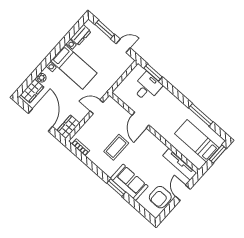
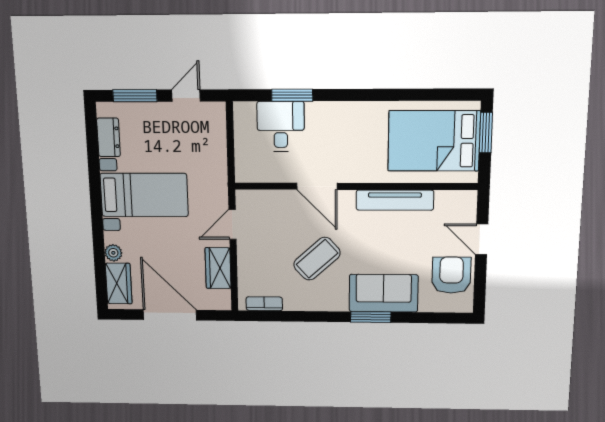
window: (153, 73) -> (292, 95), moved
window: (201, 115) -> (405, 95), removed
wardrobe: (68, 127) -> (218, 268), moved
bed: (197, 141) -> (434, 141), width x1.50
coffee table: (116, 147) -> (317, 259), turned 48
tv unit: (180, 164) -> (395, 200), moved
armchair: (160, 197) -> (451, 275), turned 180

